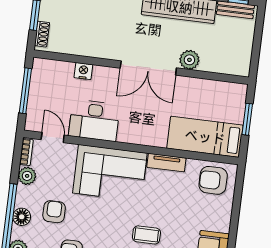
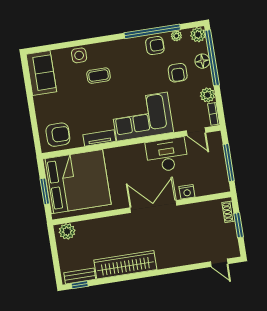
plant: (189, 60) -> (67, 231), moved
double door: (148, 68) -> (153, 207), moved
bed: (205, 137) -> (77, 182), width x2.04

